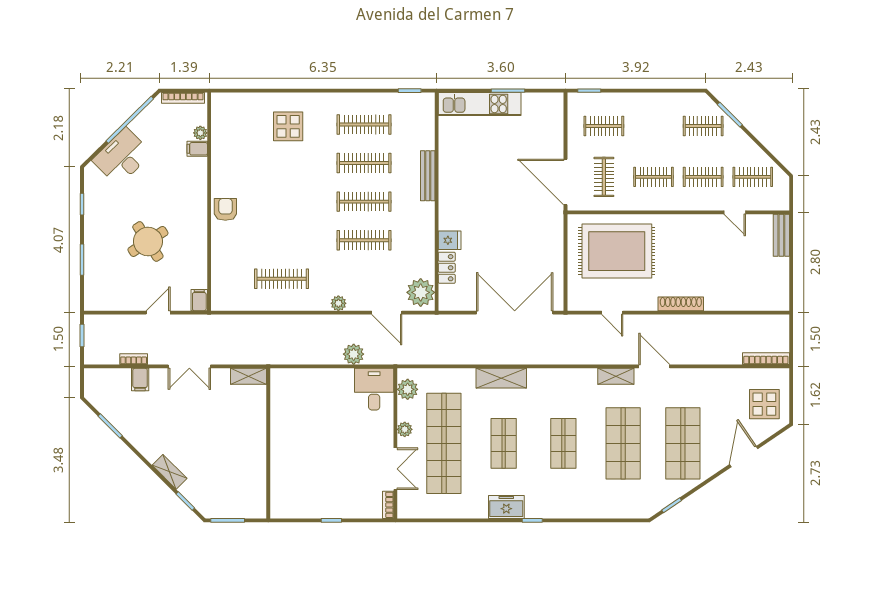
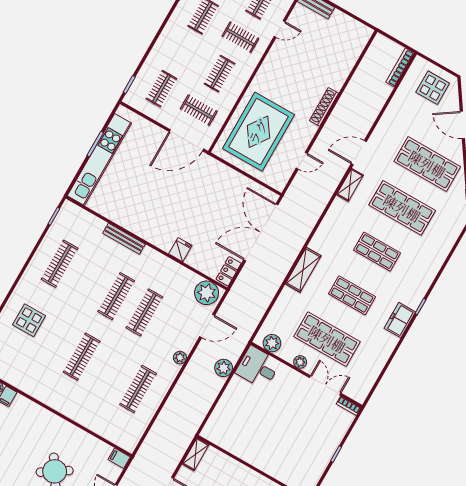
kitchen unit: (480, 104) -> (99, 159), width x1.36
clothes rail: (364, 163) -> (82, 357), moved
clothes rail: (703, 177) -> (240, 37), turned 90
armchair: (225, 209) -> (64, 401), removed
locker: (447, 268) -> (229, 271), moved, turned -90
shop shelf: (444, 443) -> (327, 339), width x0.71

